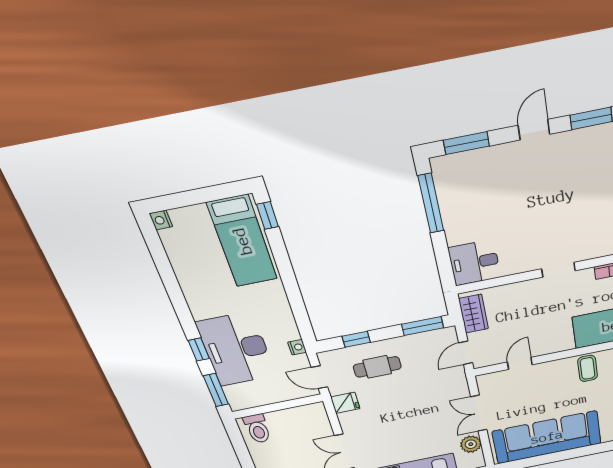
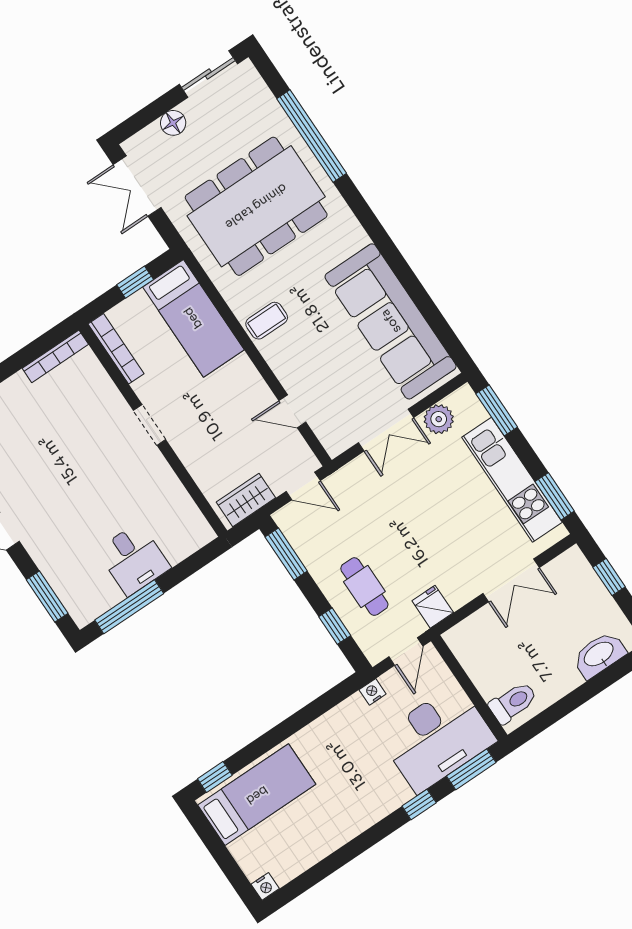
desk: (474, 263) -> (134, 559), moved
desk: (236, 349) -> (437, 738), moved

